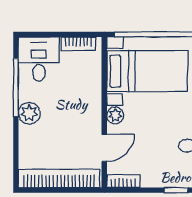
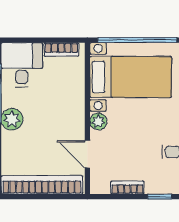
door: (104, 148) -> (87, 154), swing flipped
bookcase: (123, 181) -> (127, 187), moved

